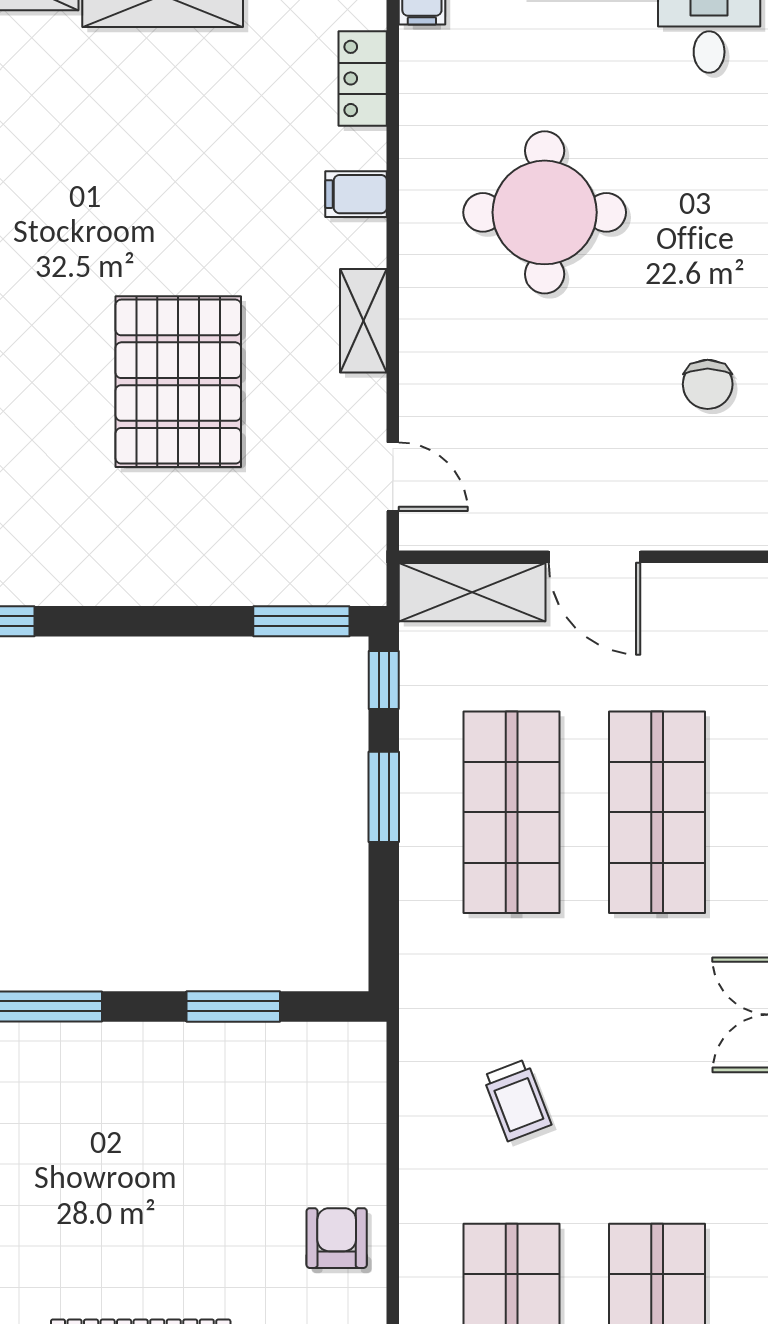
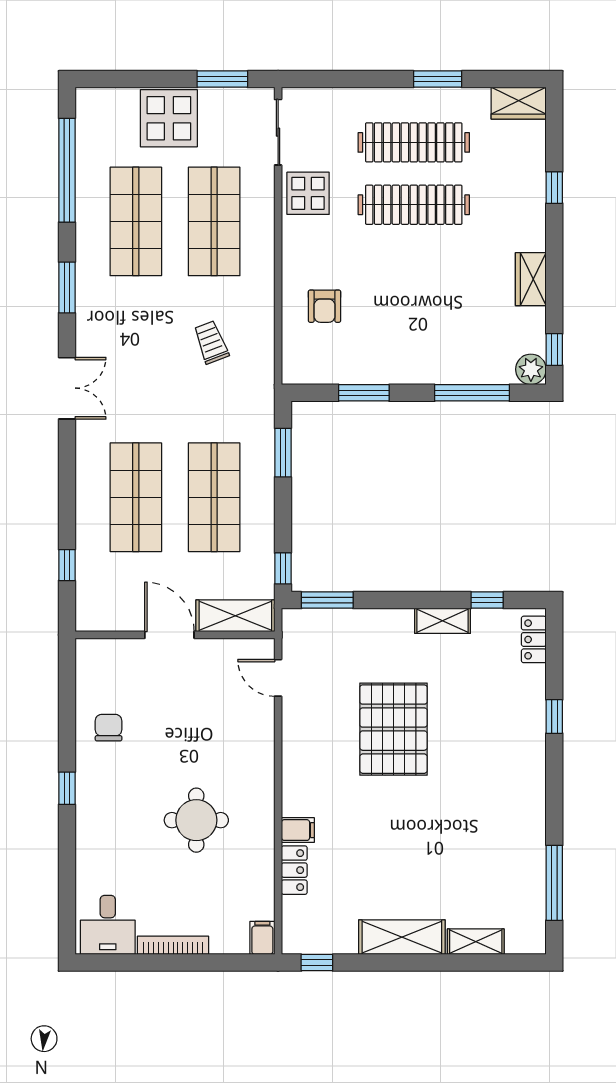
locker: (363, 78) -> (294, 870), moved
round table: (545, 212) -> (196, 820), width x0.73, depth x0.73
shelving: (363, 321) -> (443, 621), moved, turned 90
window: (384, 797) -> (283, 453), moved
armchair: (337, 1238) -> (325, 306), moved

